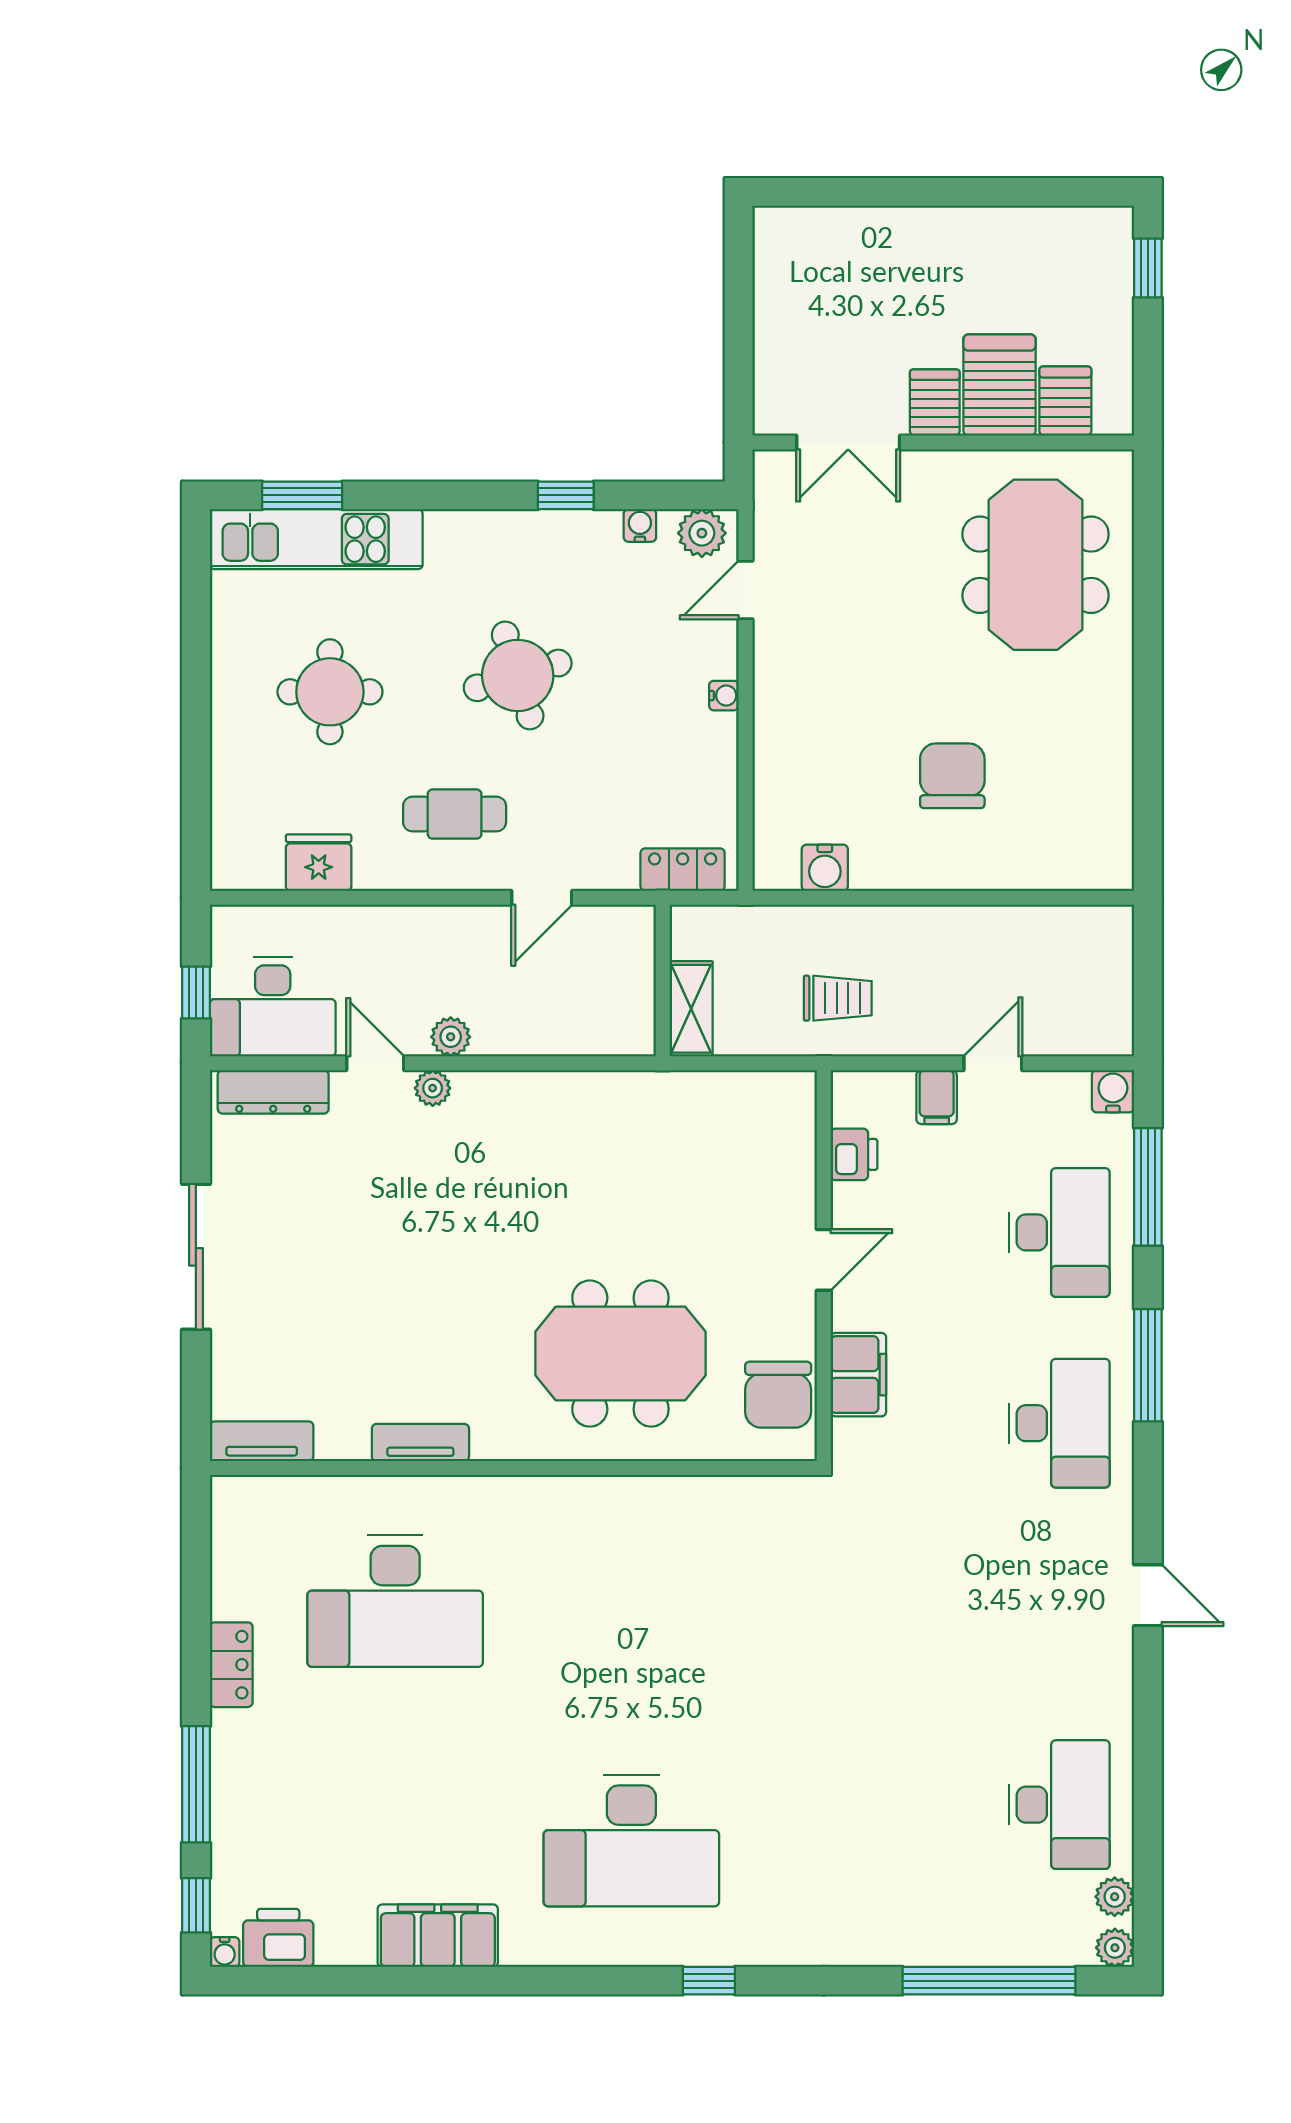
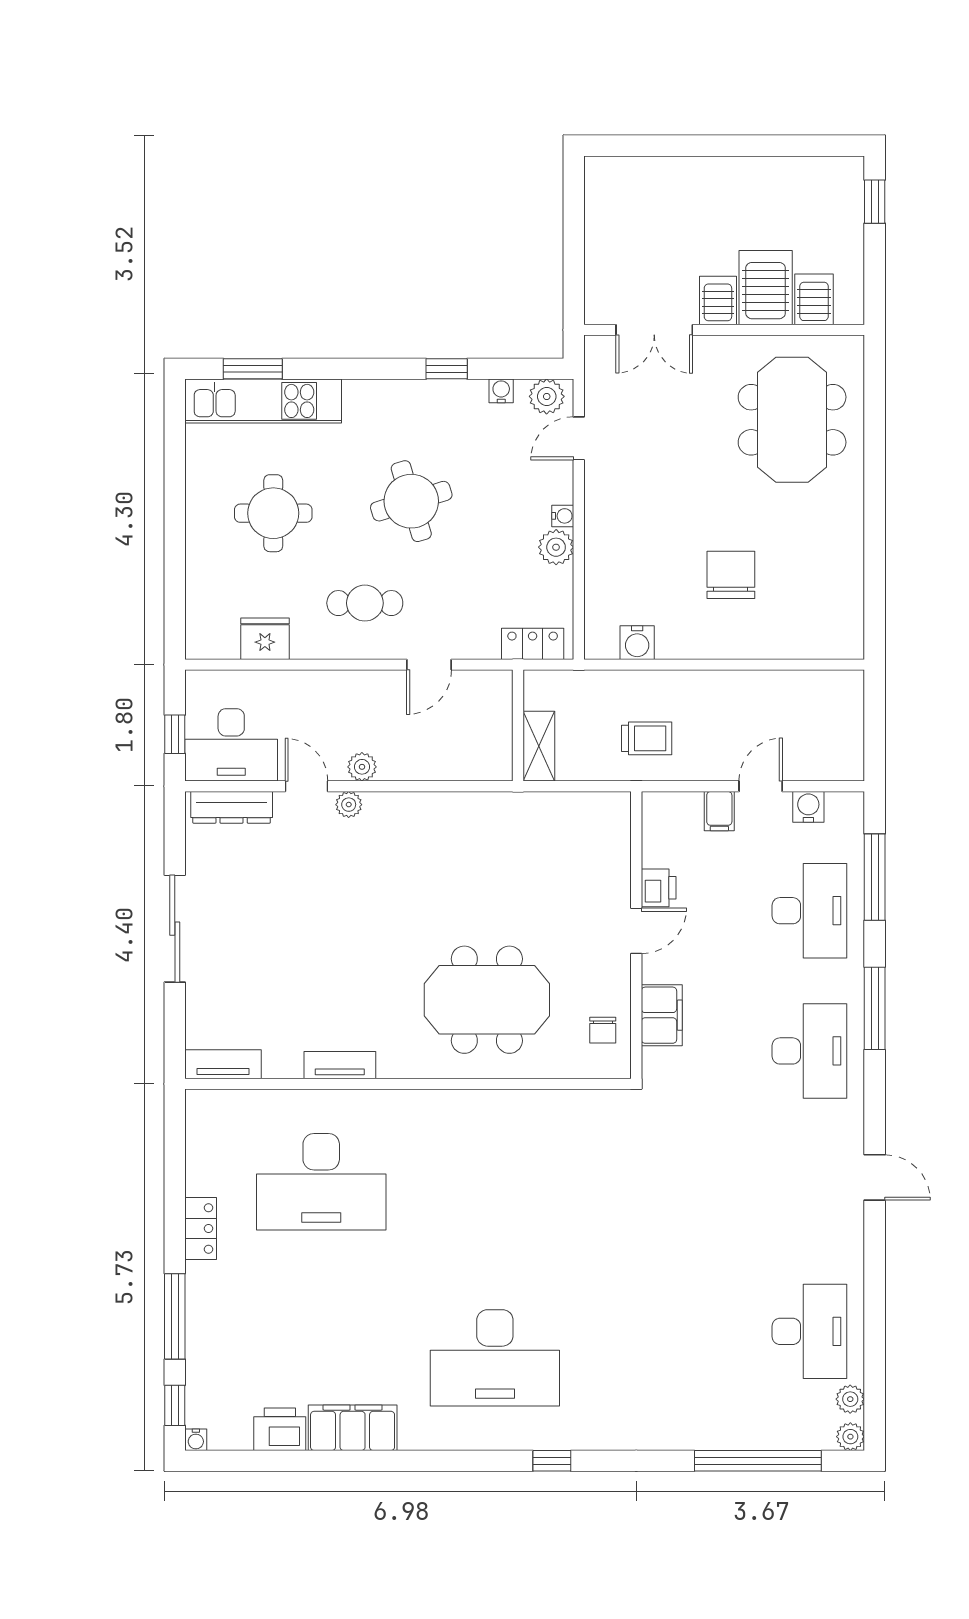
plant: (715, 738) -> (556, 547), added
water cooler: (1113, 1091) -> (808, 807), moved
printer: (854, 1154) -> (659, 888), moved
chair: (778, 1395) -> (603, 1030), width x0.54, depth x0.54
printer: (278, 1938) -> (280, 1429), moved

